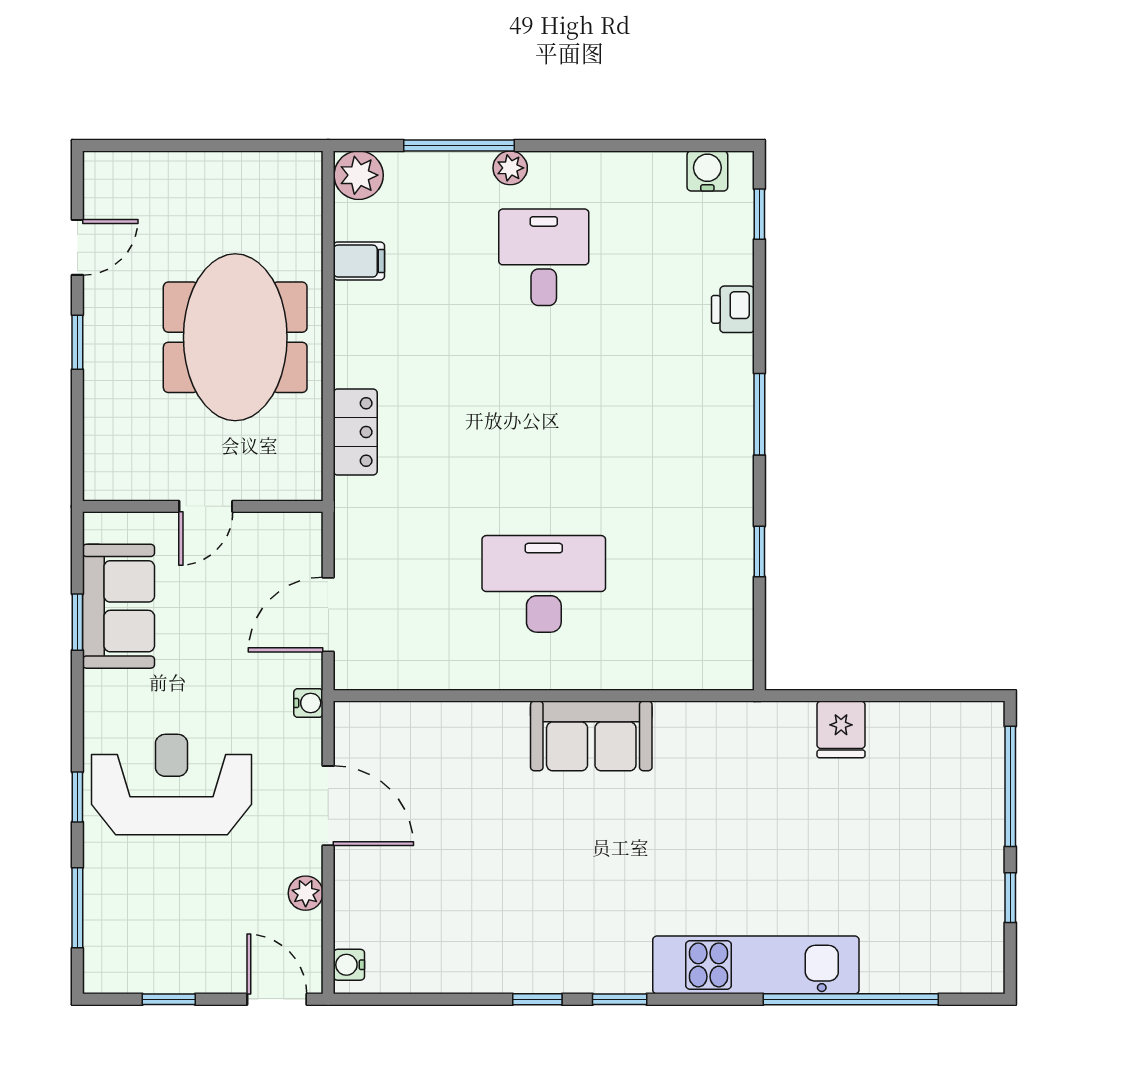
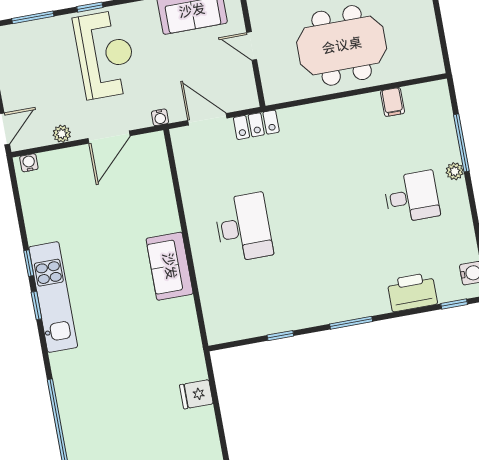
plant: (359, 175) -> (437, 94), removed
printer: (733, 309) -> (412, 292), width x1.87, depth x1.48
locker: (355, 432) -> (256, 125), moved
kitchen unit: (756, 965) -> (53, 297), moved

